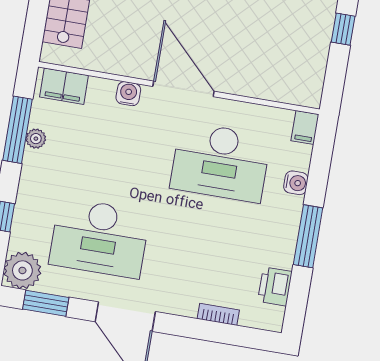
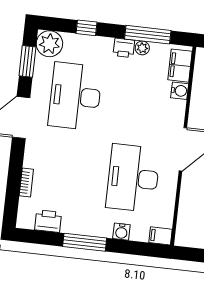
water cooler: (128, 94) -> (180, 91), moved
printer: (34, 165) -> (124, 48), added

